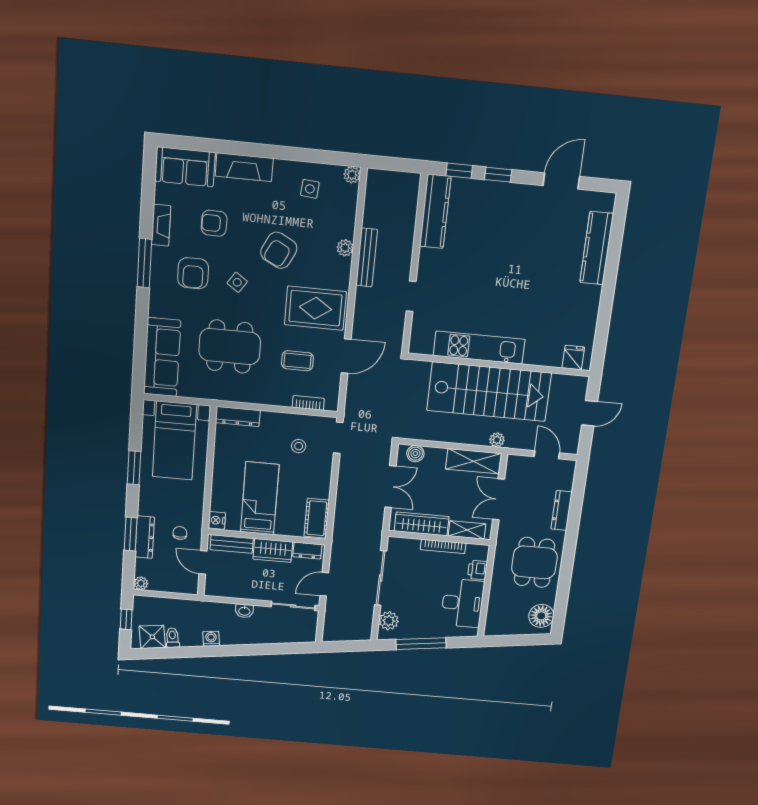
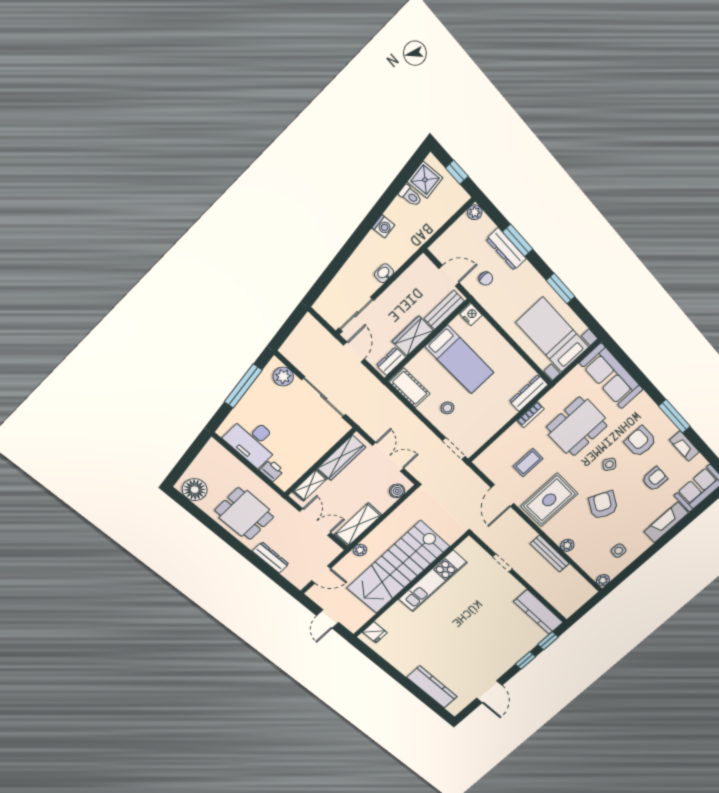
bookcase: (308, 403) -> (530, 415), moved
stool: (299, 446) -> (447, 408), moved
double door: (390, 487) -> (388, 457), swing flipped
bookcase: (443, 546) -> (311, 460), removed

